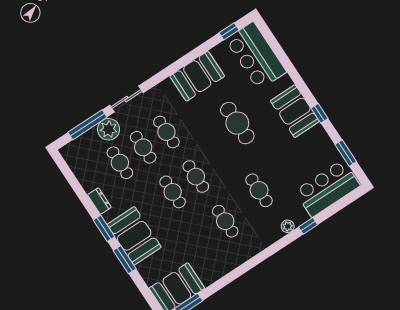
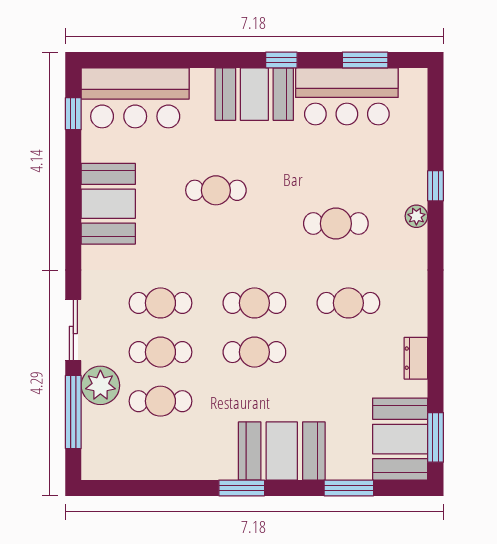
cafe table: (237, 123) -> (216, 190), width x0.73, depth x0.74
bar counter: (327, 188) -> (347, 96), moved, turned -90
dresser: (99, 201) -> (416, 358), moved, turned -90
window: (125, 260) -> (349, 488), moved

